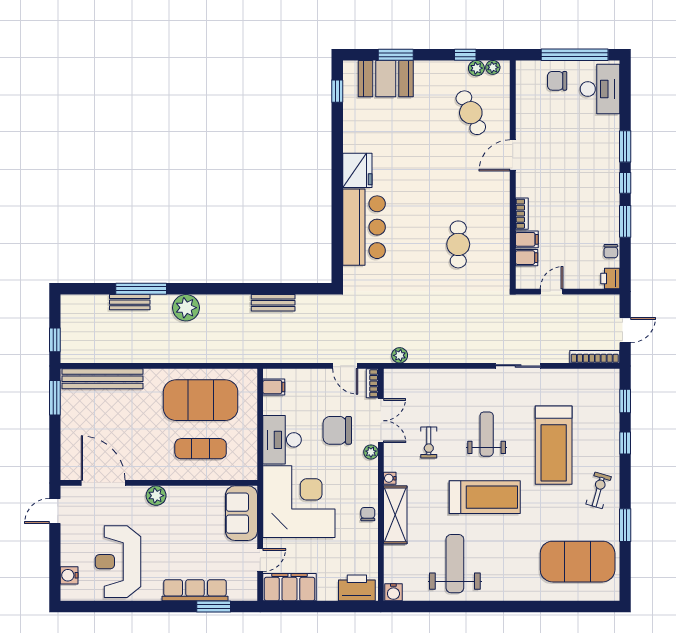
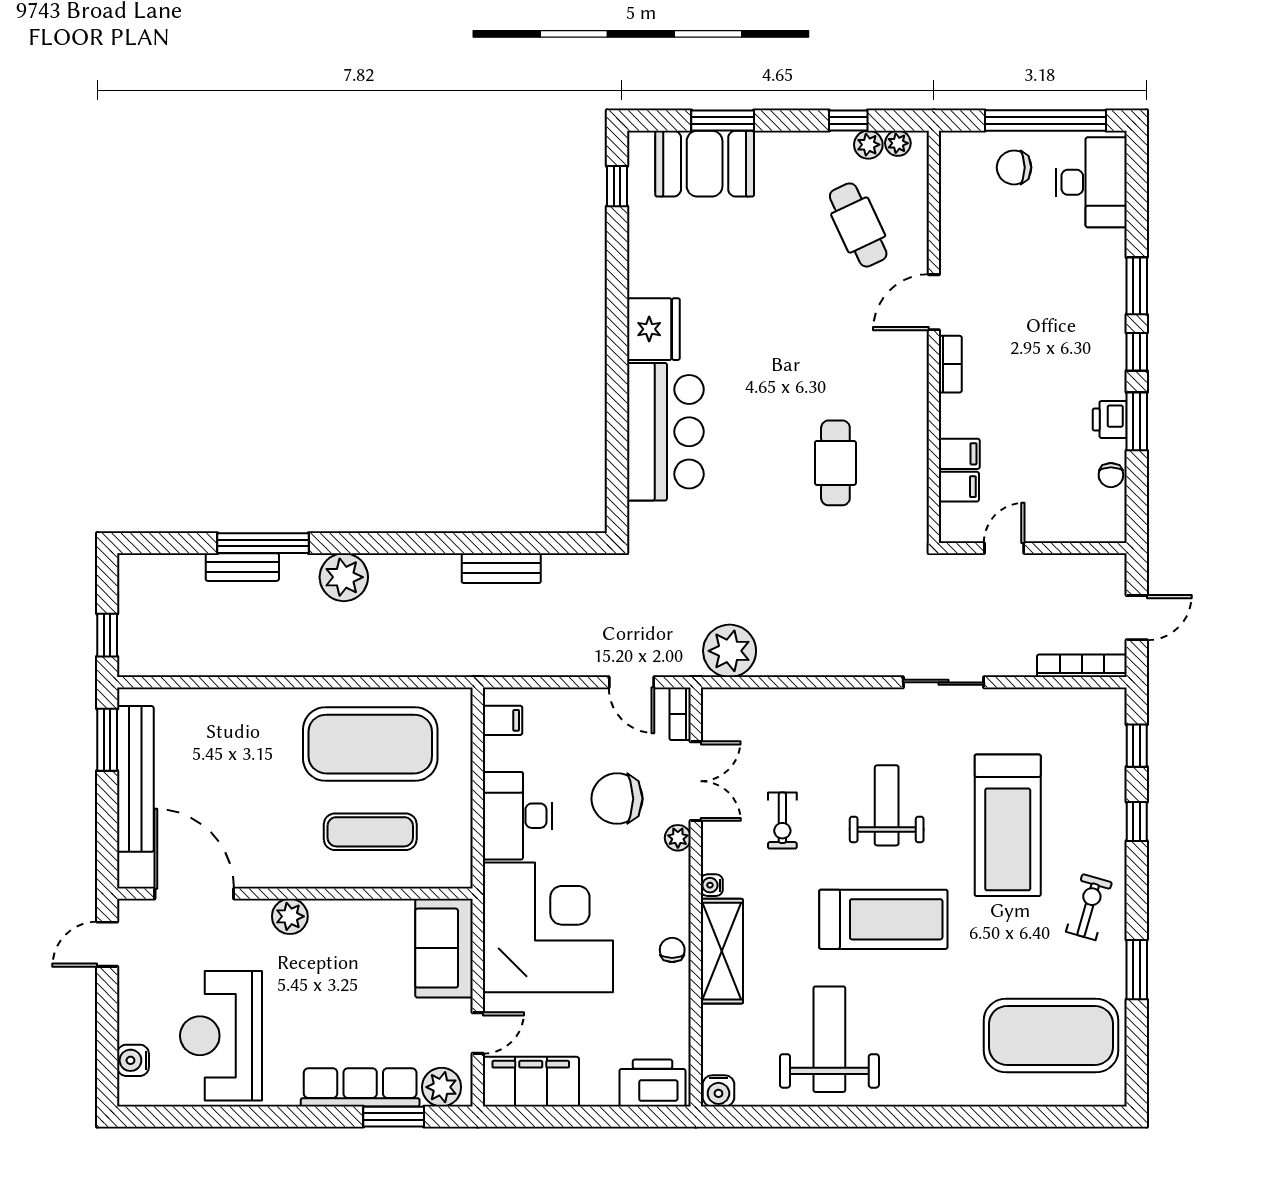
bookcase: (522, 214) -> (950, 364), moved
printer: (610, 278) -> (1110, 419), moved
plant: (400, 355) -> (730, 651), width x1.87, depth x1.87
bench: (102, 379) -> (135, 779), moved, turned 90
plant: (240, 590) -> (442, 1087), added

